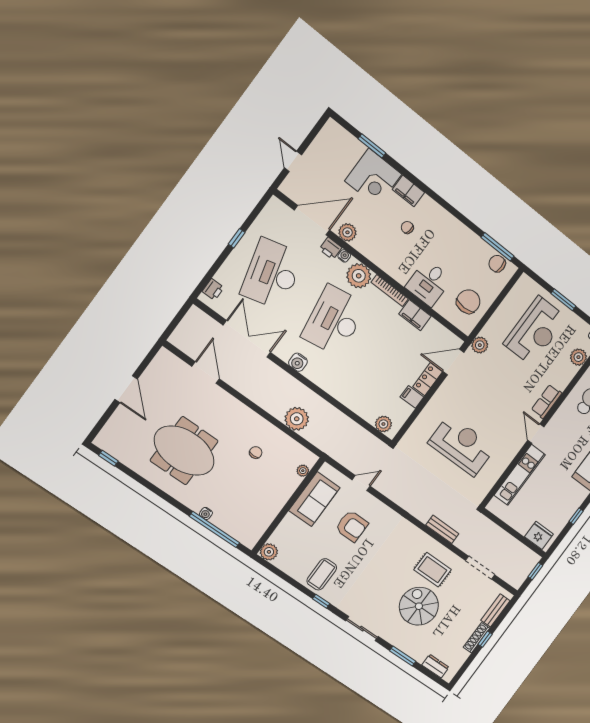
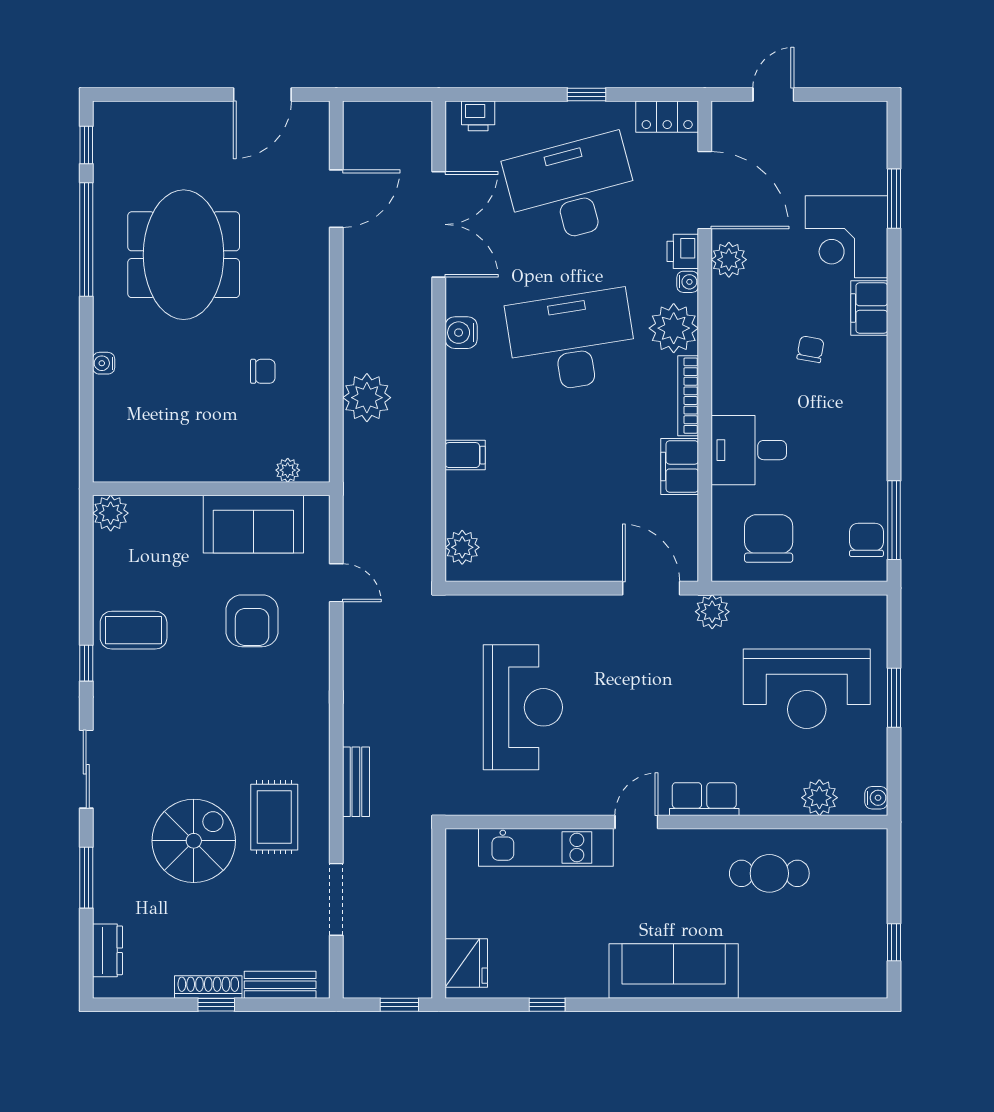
chair: (468, 302) -> (769, 539), turned -90
locker: (428, 379) -> (667, 117), moved, turned 180
door: (126, 389) -> (262, 94), moved
filing cabinet: (412, 397) -> (465, 455), moved, turned 90
window: (215, 530) -> (86, 239), moved

